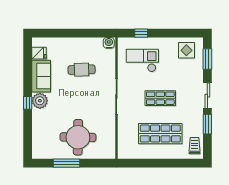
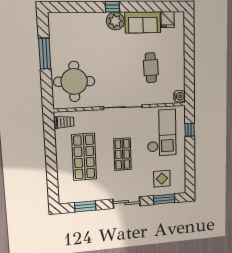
display table: (186, 50) -> (162, 179), moved
checkout: (142, 61) -> (162, 133), width x1.36, depth x1.21
window: (207, 124) -> (85, 206), moved
round table: (78, 137) -> (74, 81), moved
trolley: (194, 146) -> (64, 122), moved

